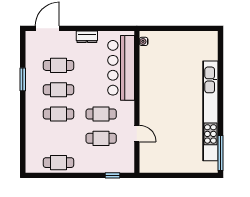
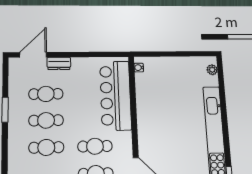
dresser: (87, 37) -> (59, 63), moved
plant: (213, 44) -> (212, 70), added

